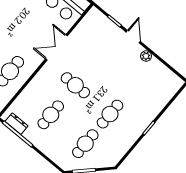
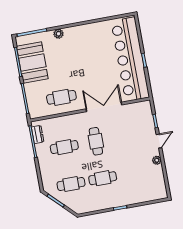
double door: (56, 47) -> (104, 107), width x1.37

